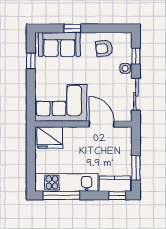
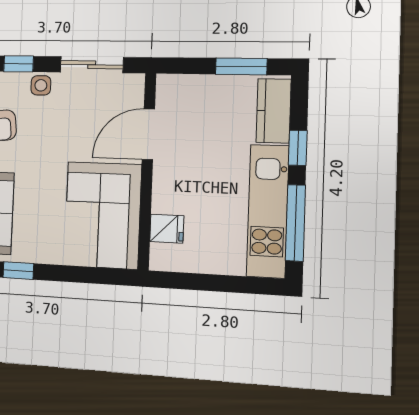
fridge: (50, 137) -> (167, 229), width x0.53, depth x0.75
window: (117, 195) -> (298, 148), moved

